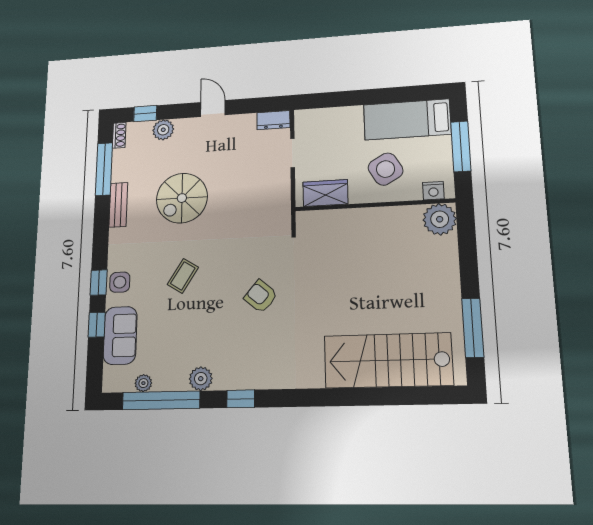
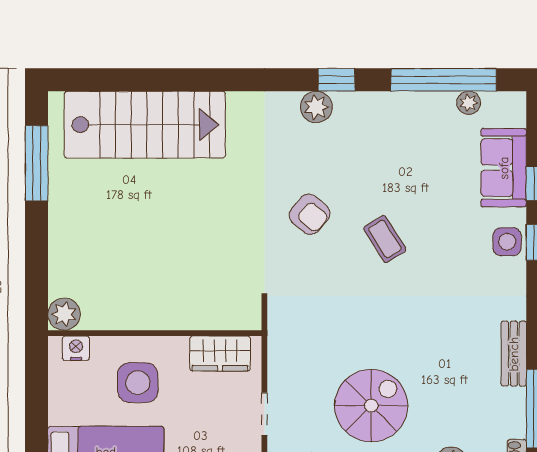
window: (461, 146) -> (37, 408), removed
side table: (386, 169) -> (138, 383), turned 30
spiral stairs: (182, 198) -> (371, 406), moved
plant: (440, 219) -> (64, 314), width x0.73, depth x0.73
coffee table: (183, 276) -> (385, 239), moved, turned -64
plant: (201, 379) -> (316, 107), moved

